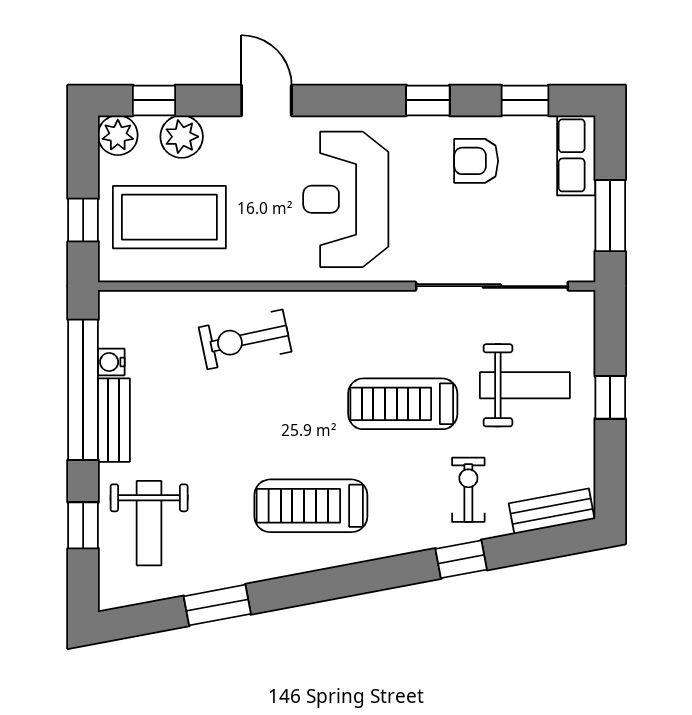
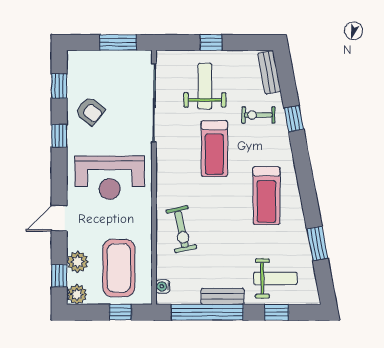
row of seats: (576, 155) -> (87, 60), removed
armchair: (476, 161) -> (90, 111), turned -51
water cooler: (111, 362) -> (163, 286), moved, turned 90

